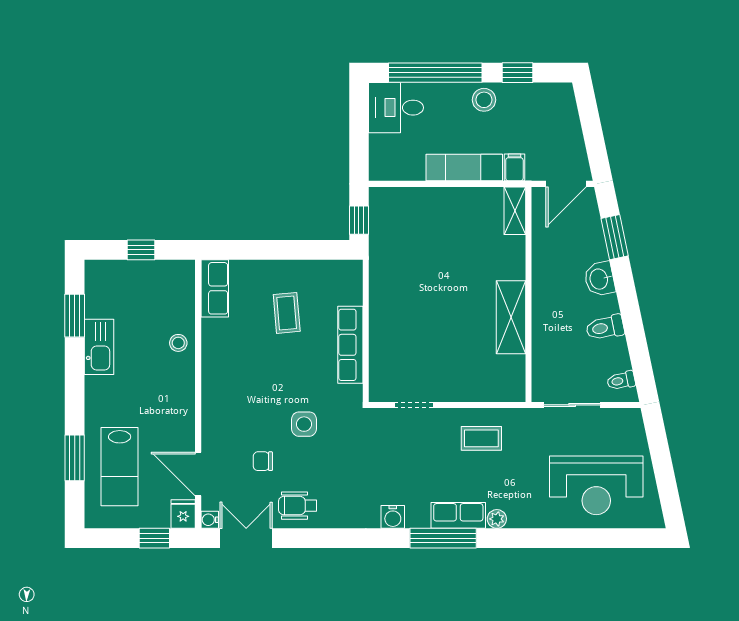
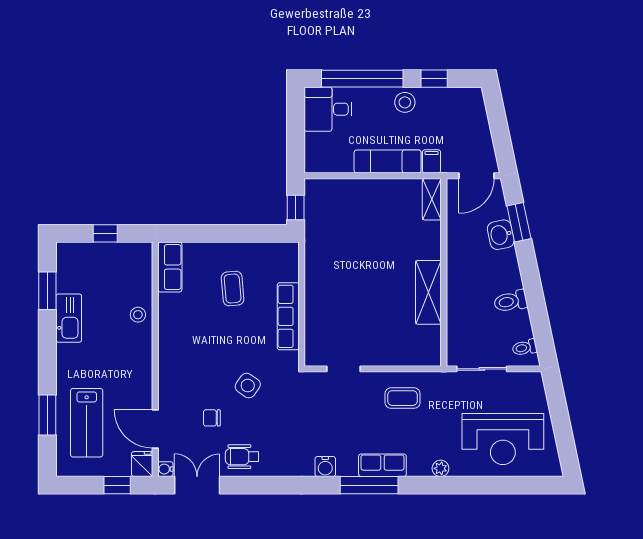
washbasin: (600, 279) -> (501, 235), moved
side table: (304, 424) -> (248, 386), turned 35
plant: (497, 519) -> (440, 468), moved

